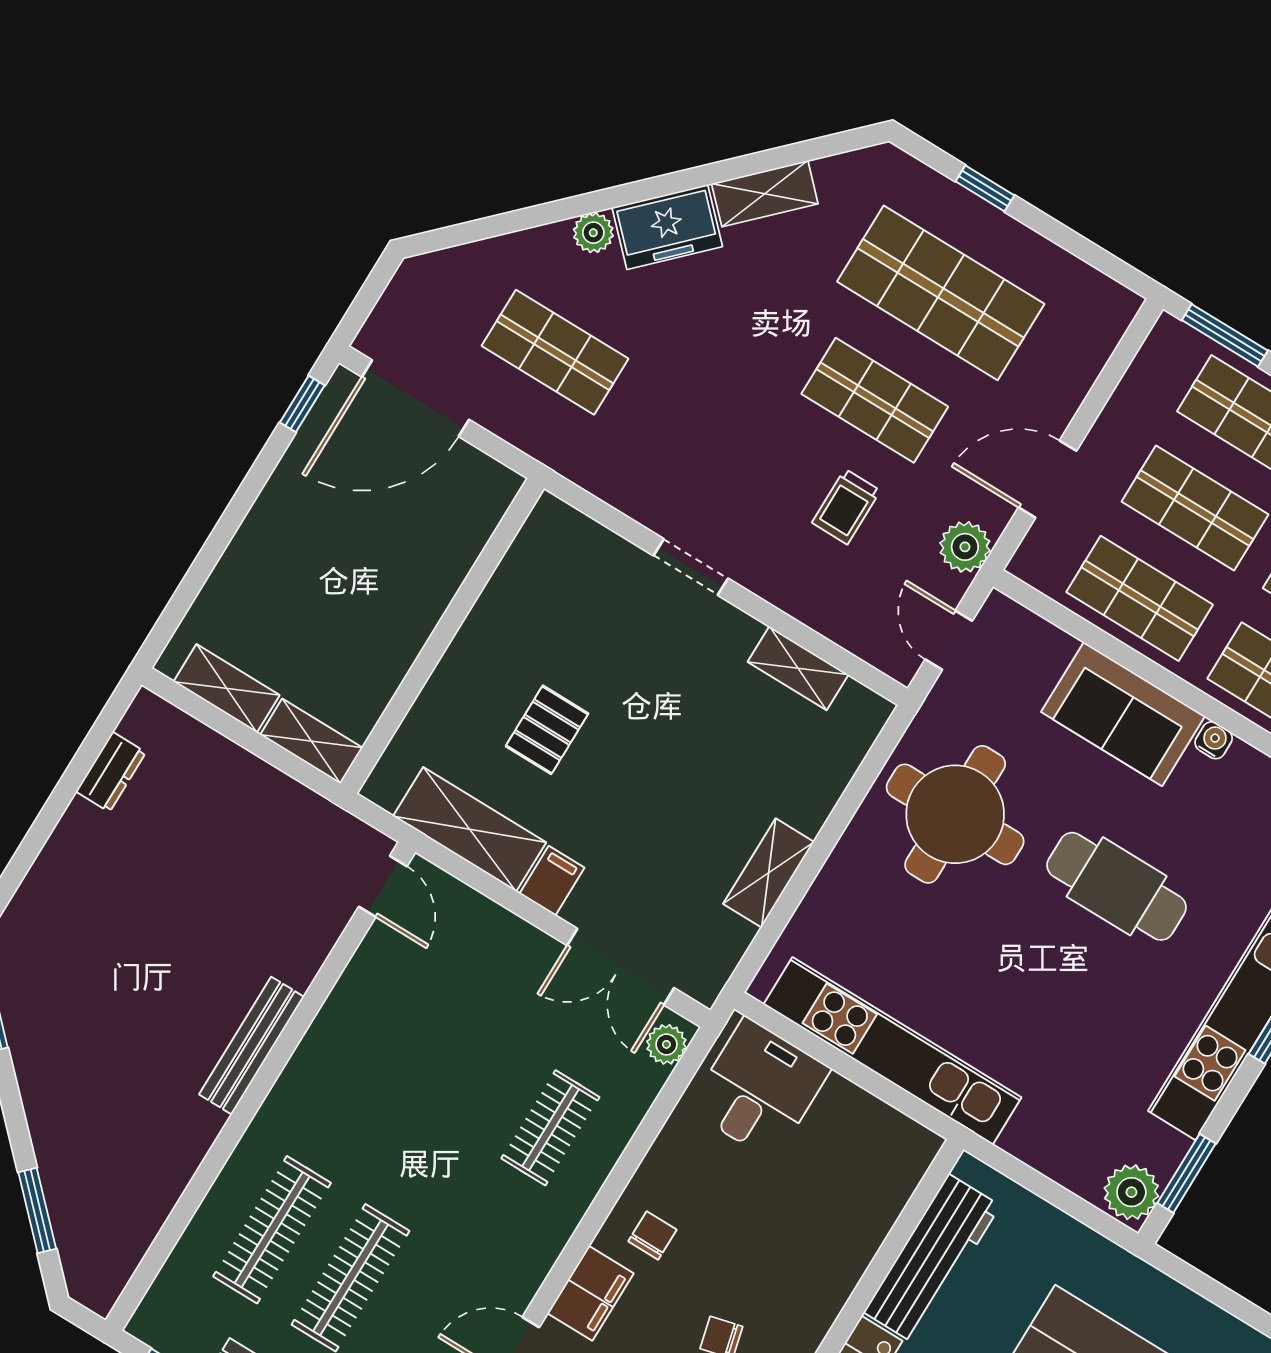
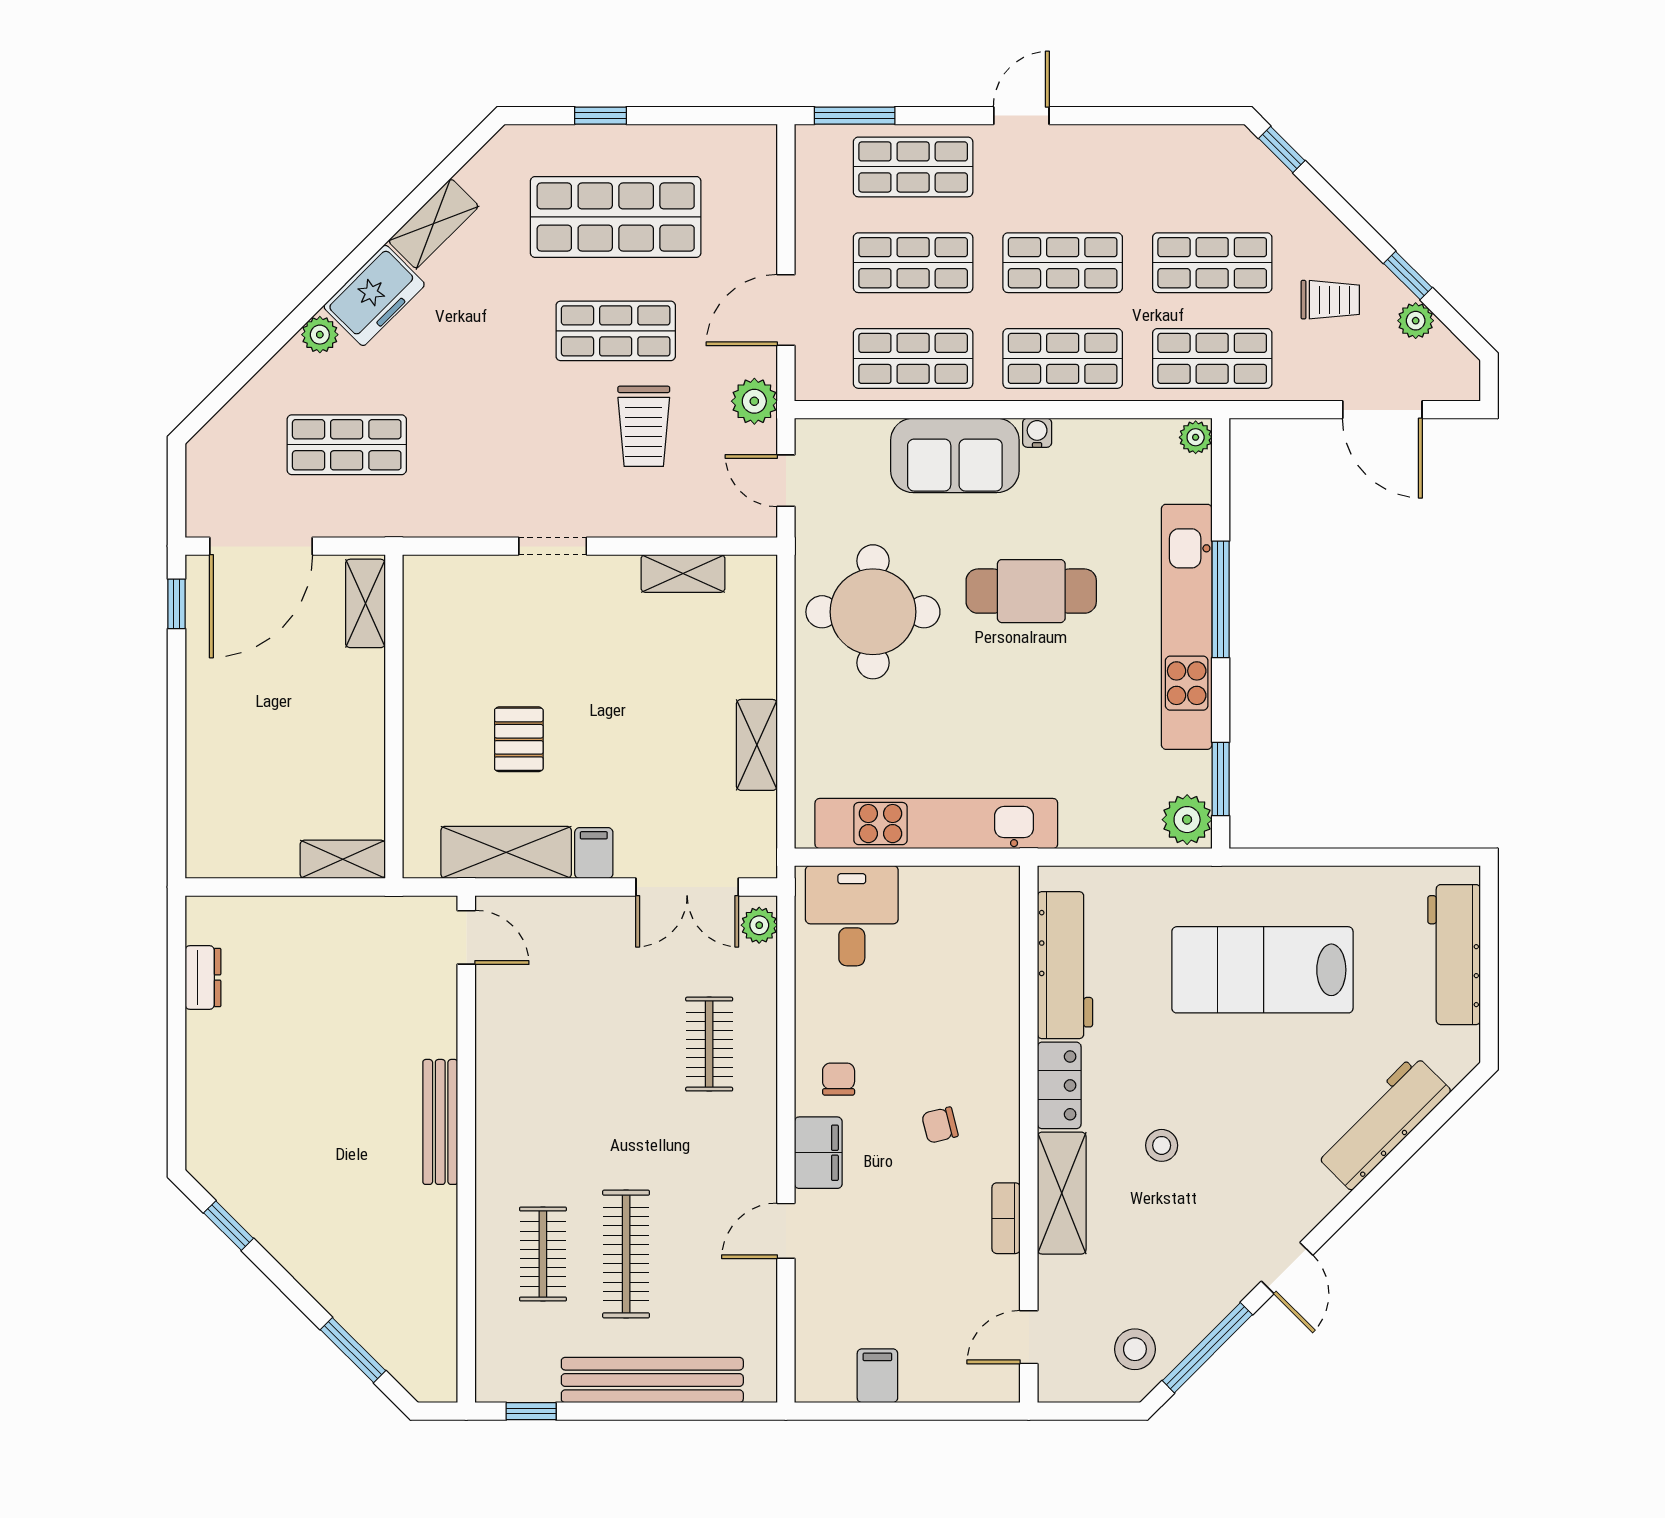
trolley: (846, 507) -> (644, 426), width x1.36, depth x1.39
shelving: (227, 688) -> (365, 603), moved, turned 90
clothes rail: (272, 1230) -> (543, 1254), width x0.73

